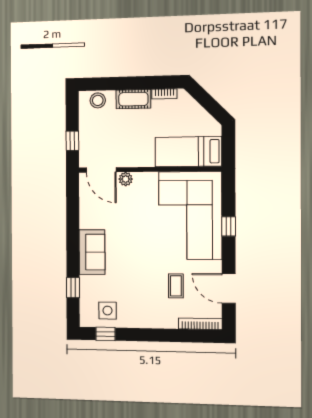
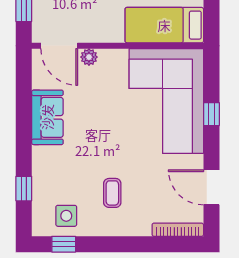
sofa: (92, 252) -> (47, 117), moved
coffee table: (176, 286) -> (112, 193), moved

